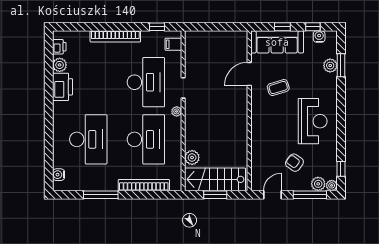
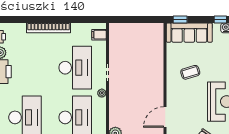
window: (157, 27) -> (85, 19), removed
window: (282, 27) -> (180, 19), moved
door: (249, 74) -> (165, 117), moved

